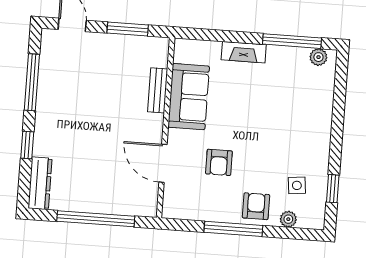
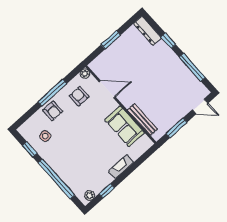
window: (292, 41) -> (107, 191), width x0.46
bench: (158, 90) -> (142, 119), width x1.36
window: (338, 119) -> (56, 179), added
armchair: (219, 162) -> (79, 96), moved
window: (96, 219) -> (111, 40), width x0.47
plant: (288, 219) -> (85, 74), moved

